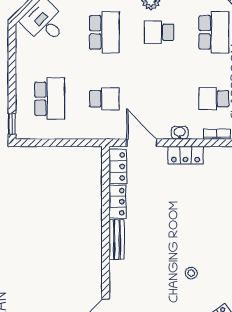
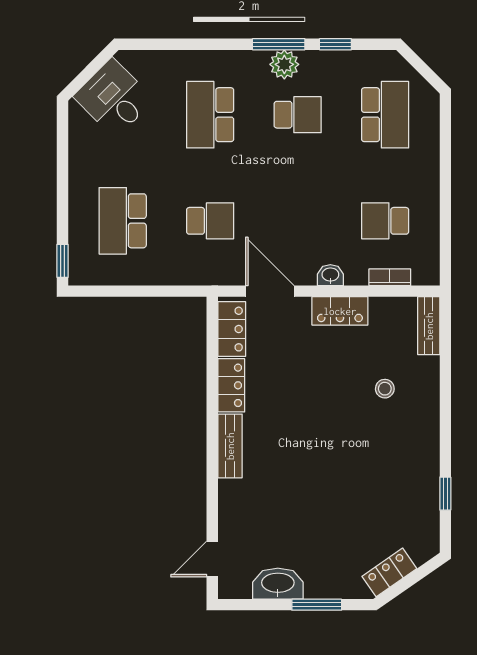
school desk: (104, 32) -> (210, 115), turned 180
school desk: (159, 32) -> (298, 115), turned 180
school desk: (50, 99) -> (123, 221), turned 180
stool: (191, 273) -> (385, 389), moved

